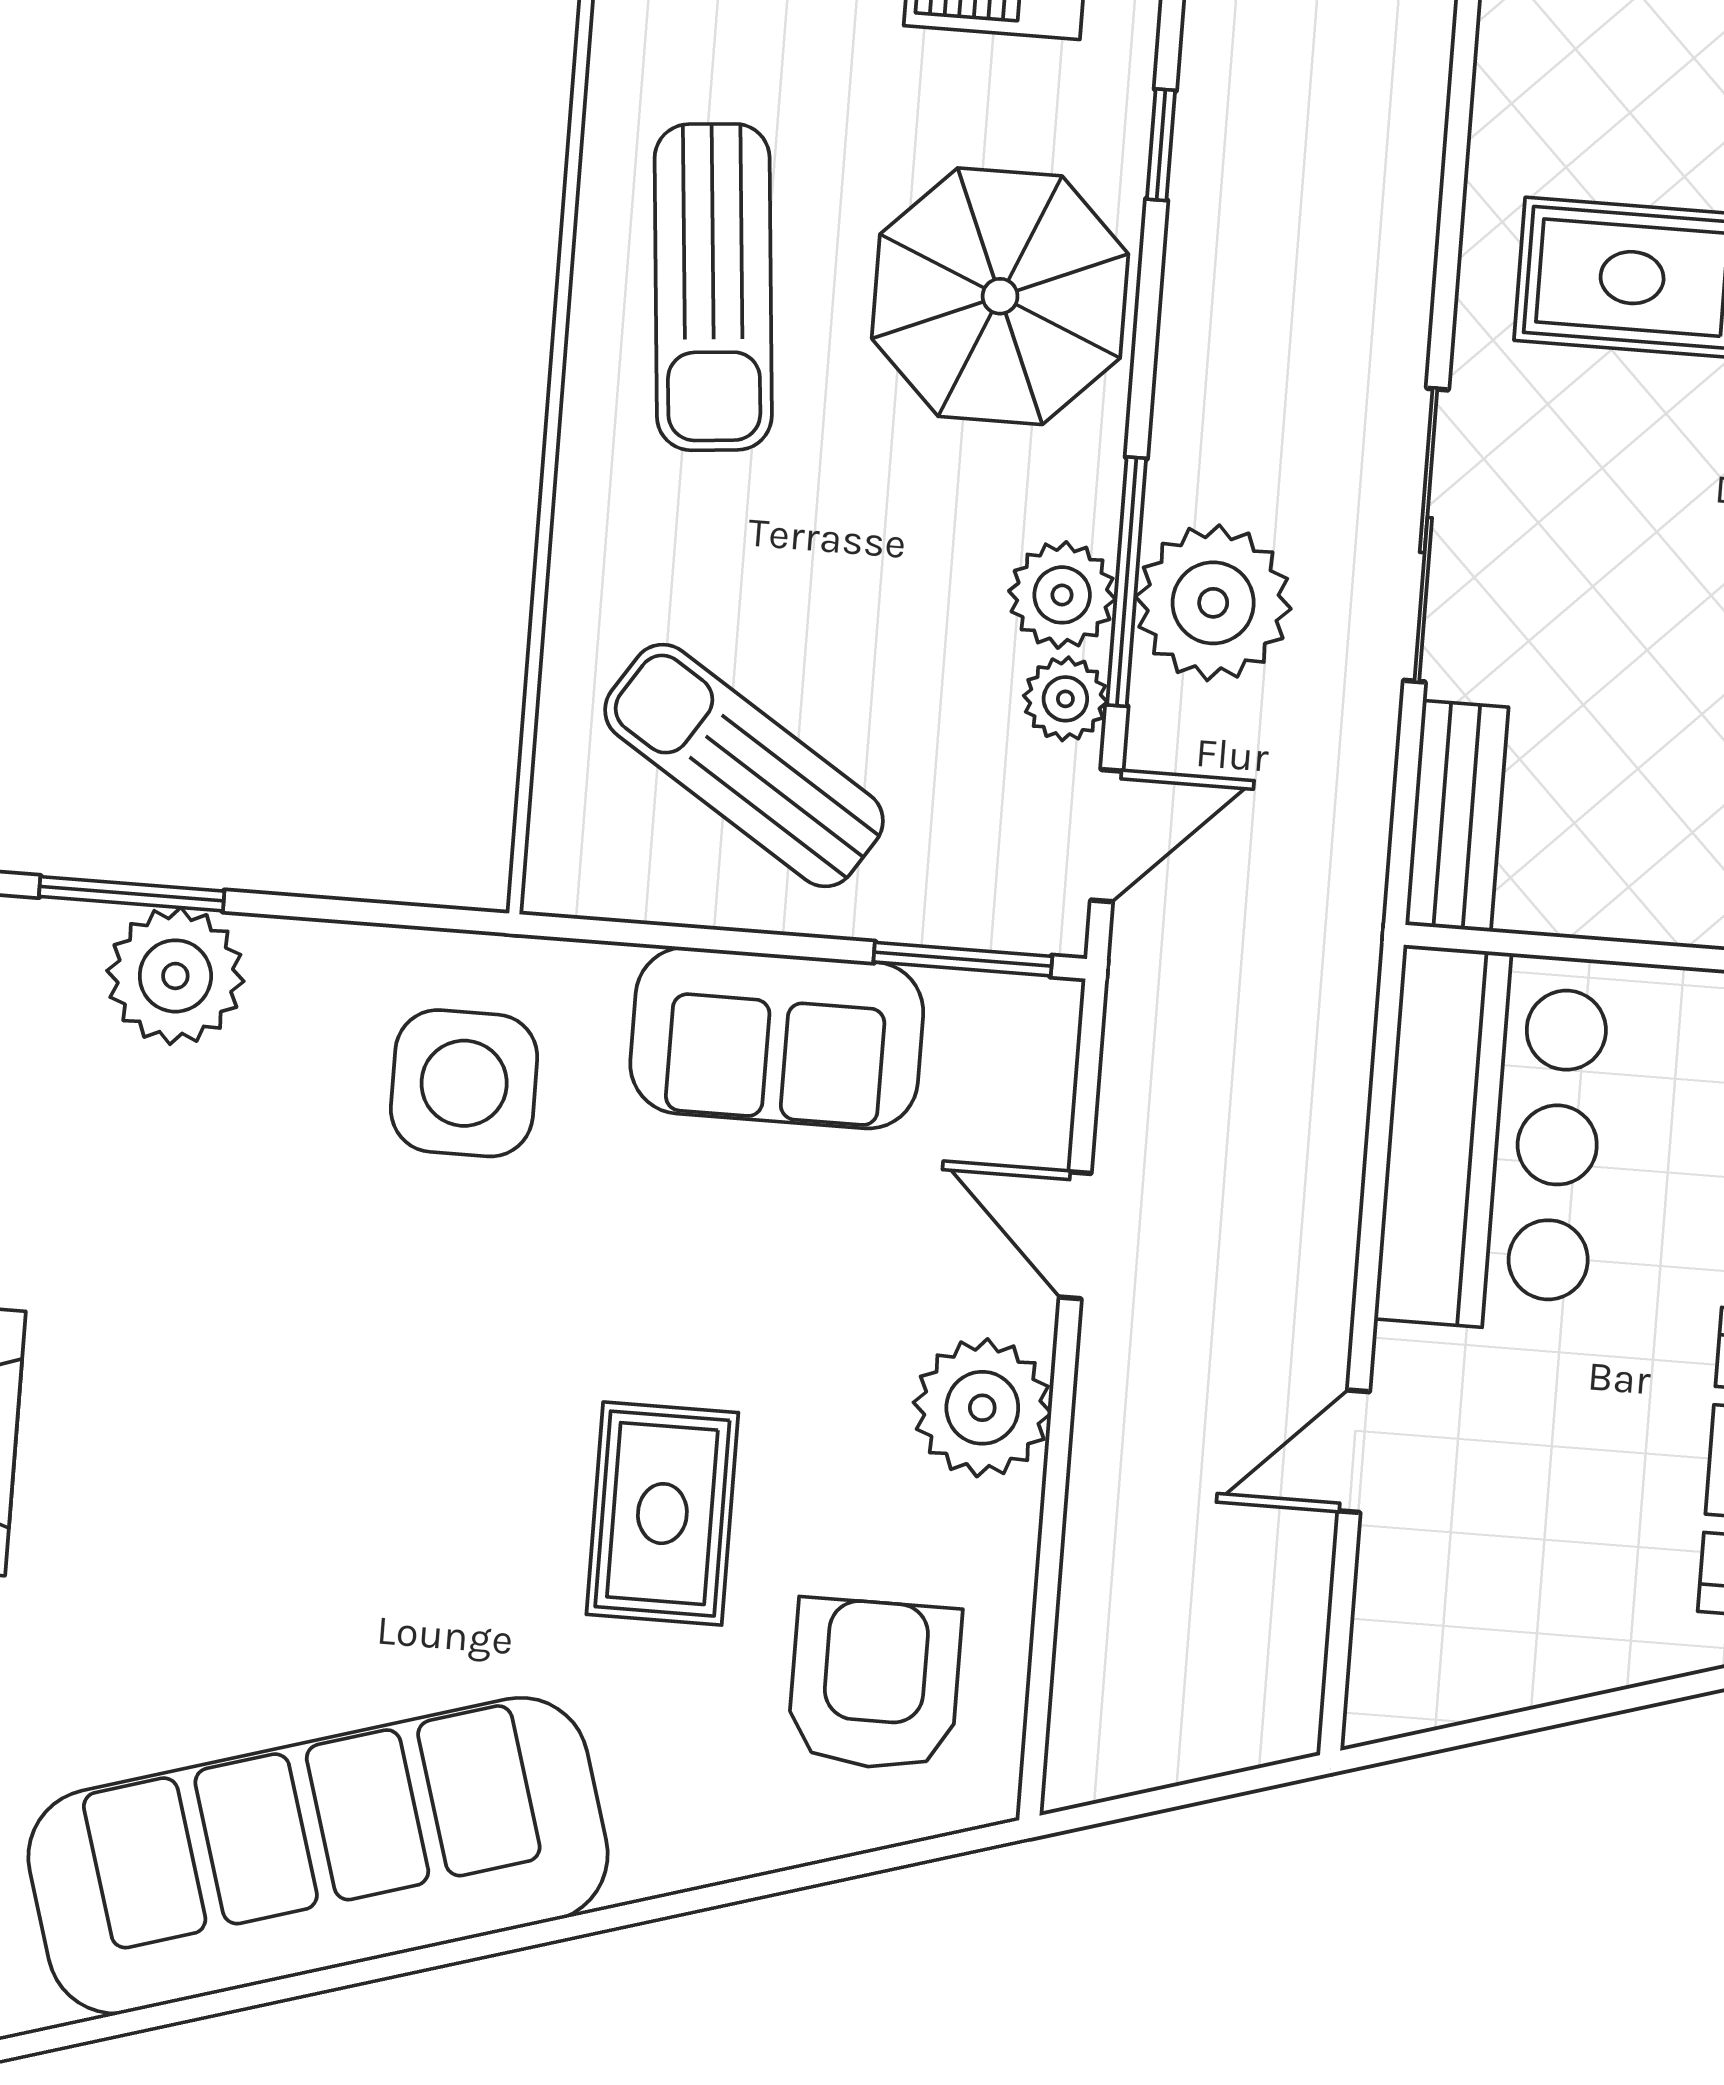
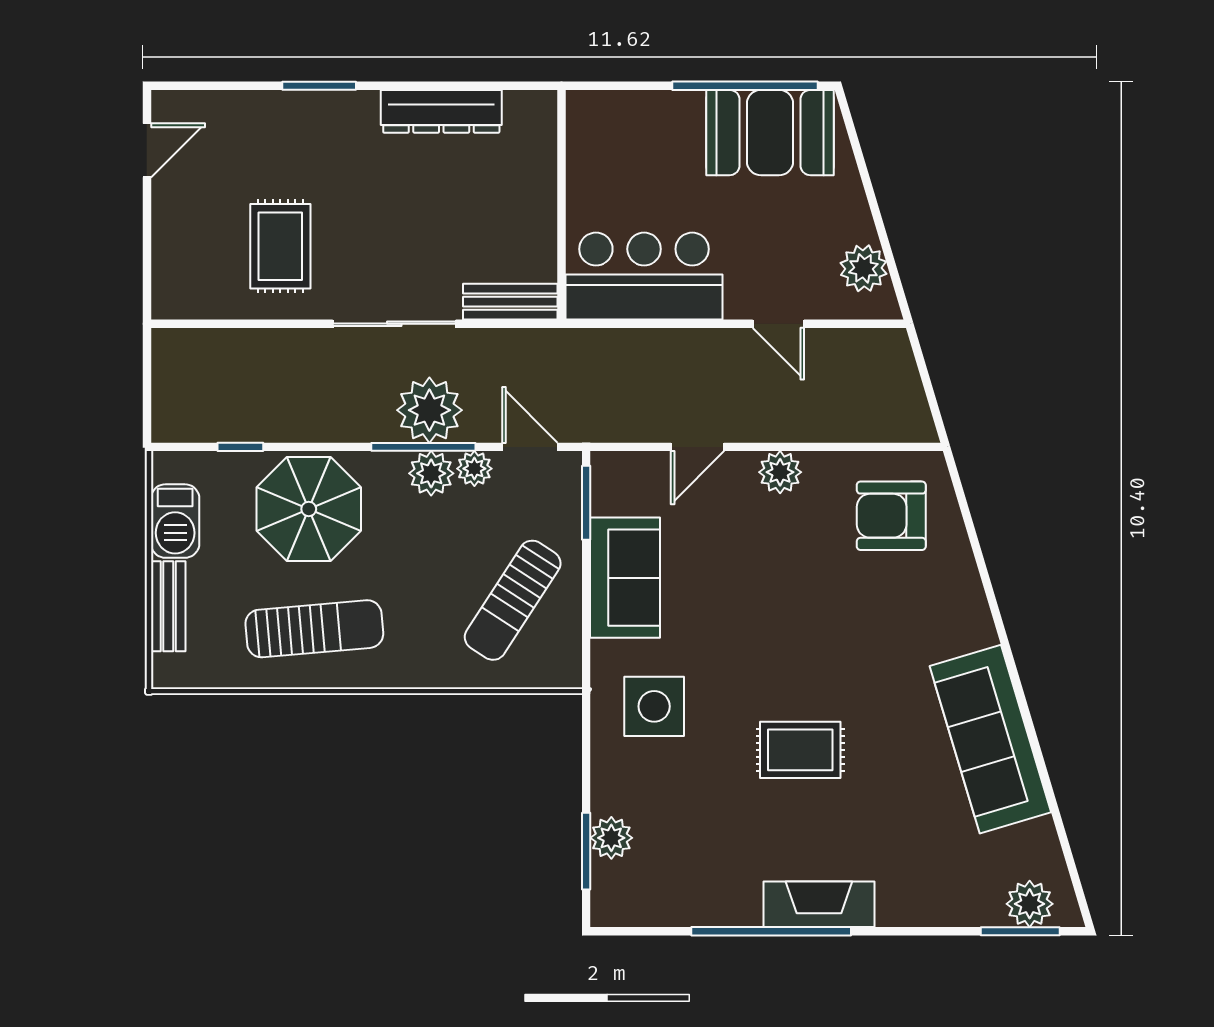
plant: (175, 976) -> (611, 838), width x0.73, depth x0.73
plant: (982, 1408) -> (780, 472), width x0.73, depth x0.73
rug: (662, 1514) -> (800, 750), moved
plant: (1470, 1665) -> (863, 268), added
sofa: (318, 1856) -> (990, 739), width x0.74, depth x0.79

